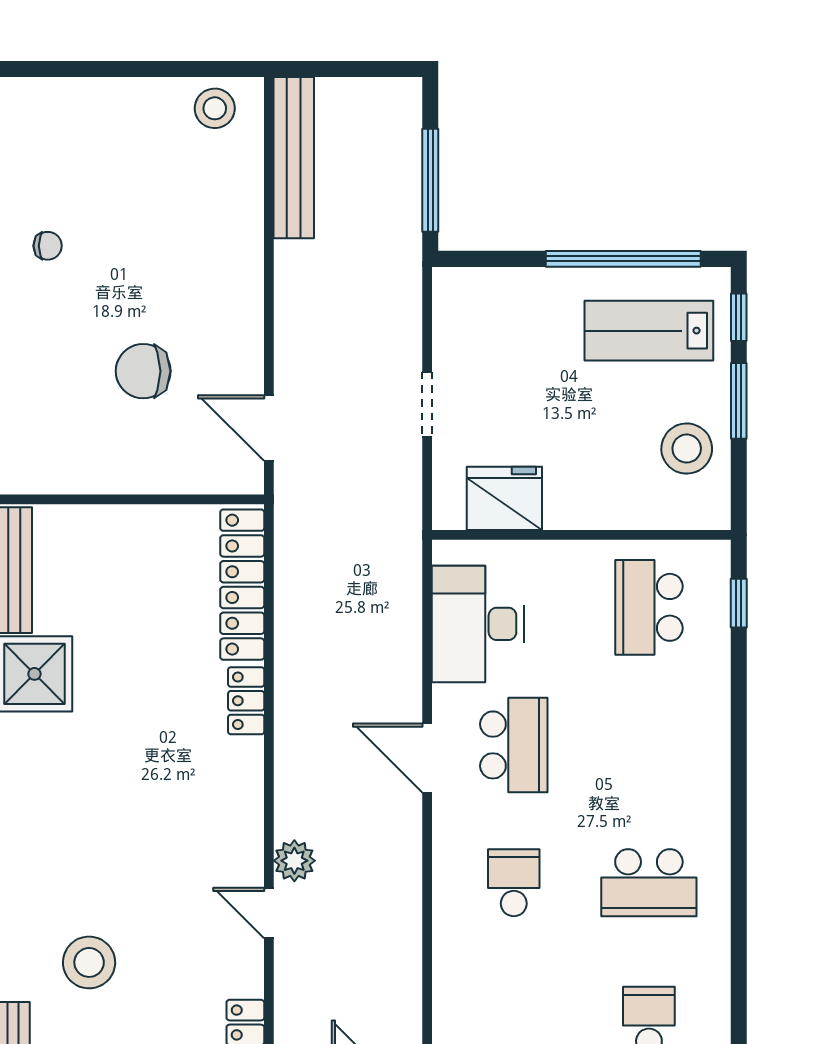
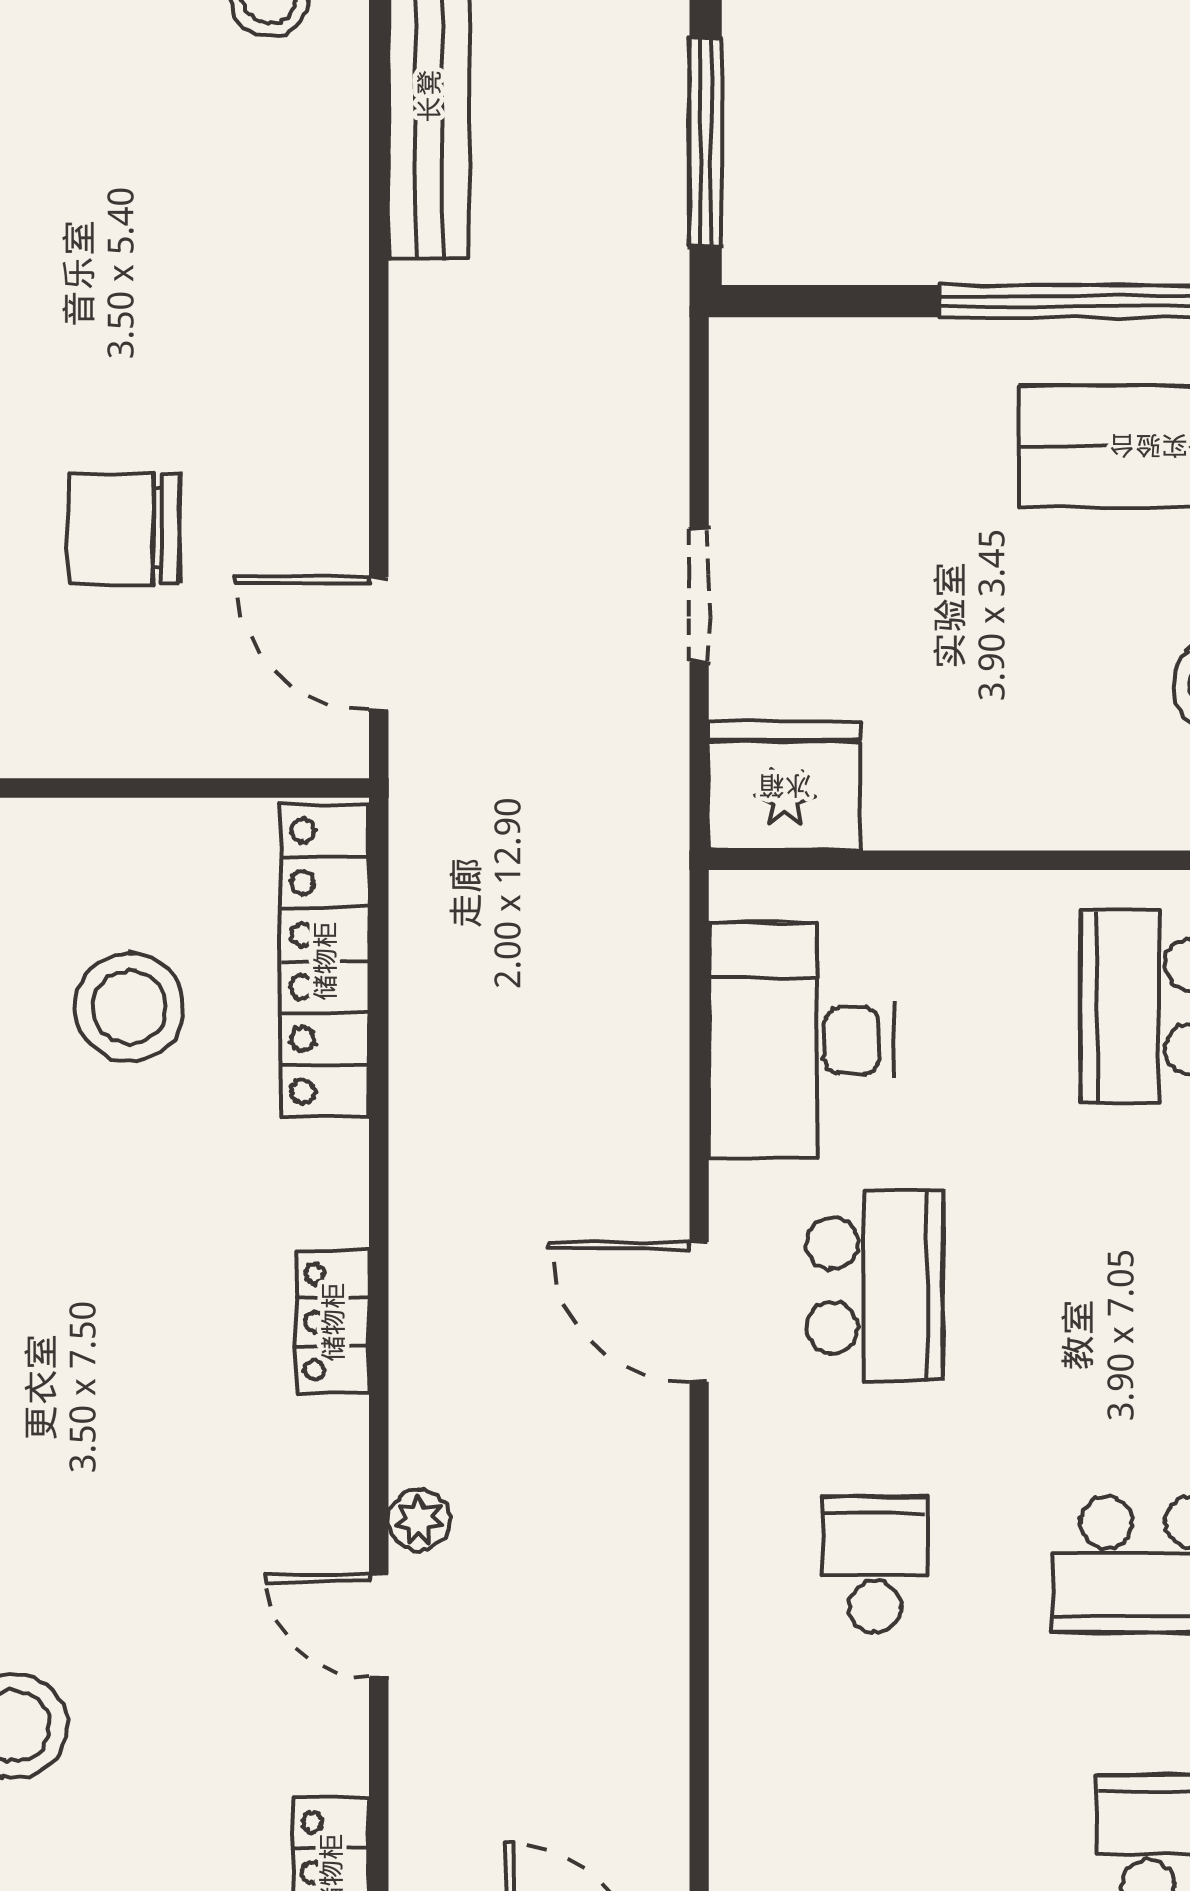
fridge: (504, 498) -> (785, 786), moved
stool: (146, 608) -> (129, 1007), added
locker: (246, 701) -> (333, 1322), moved
plant: (294, 861) -> (419, 1520), width x0.73, depth x0.73

